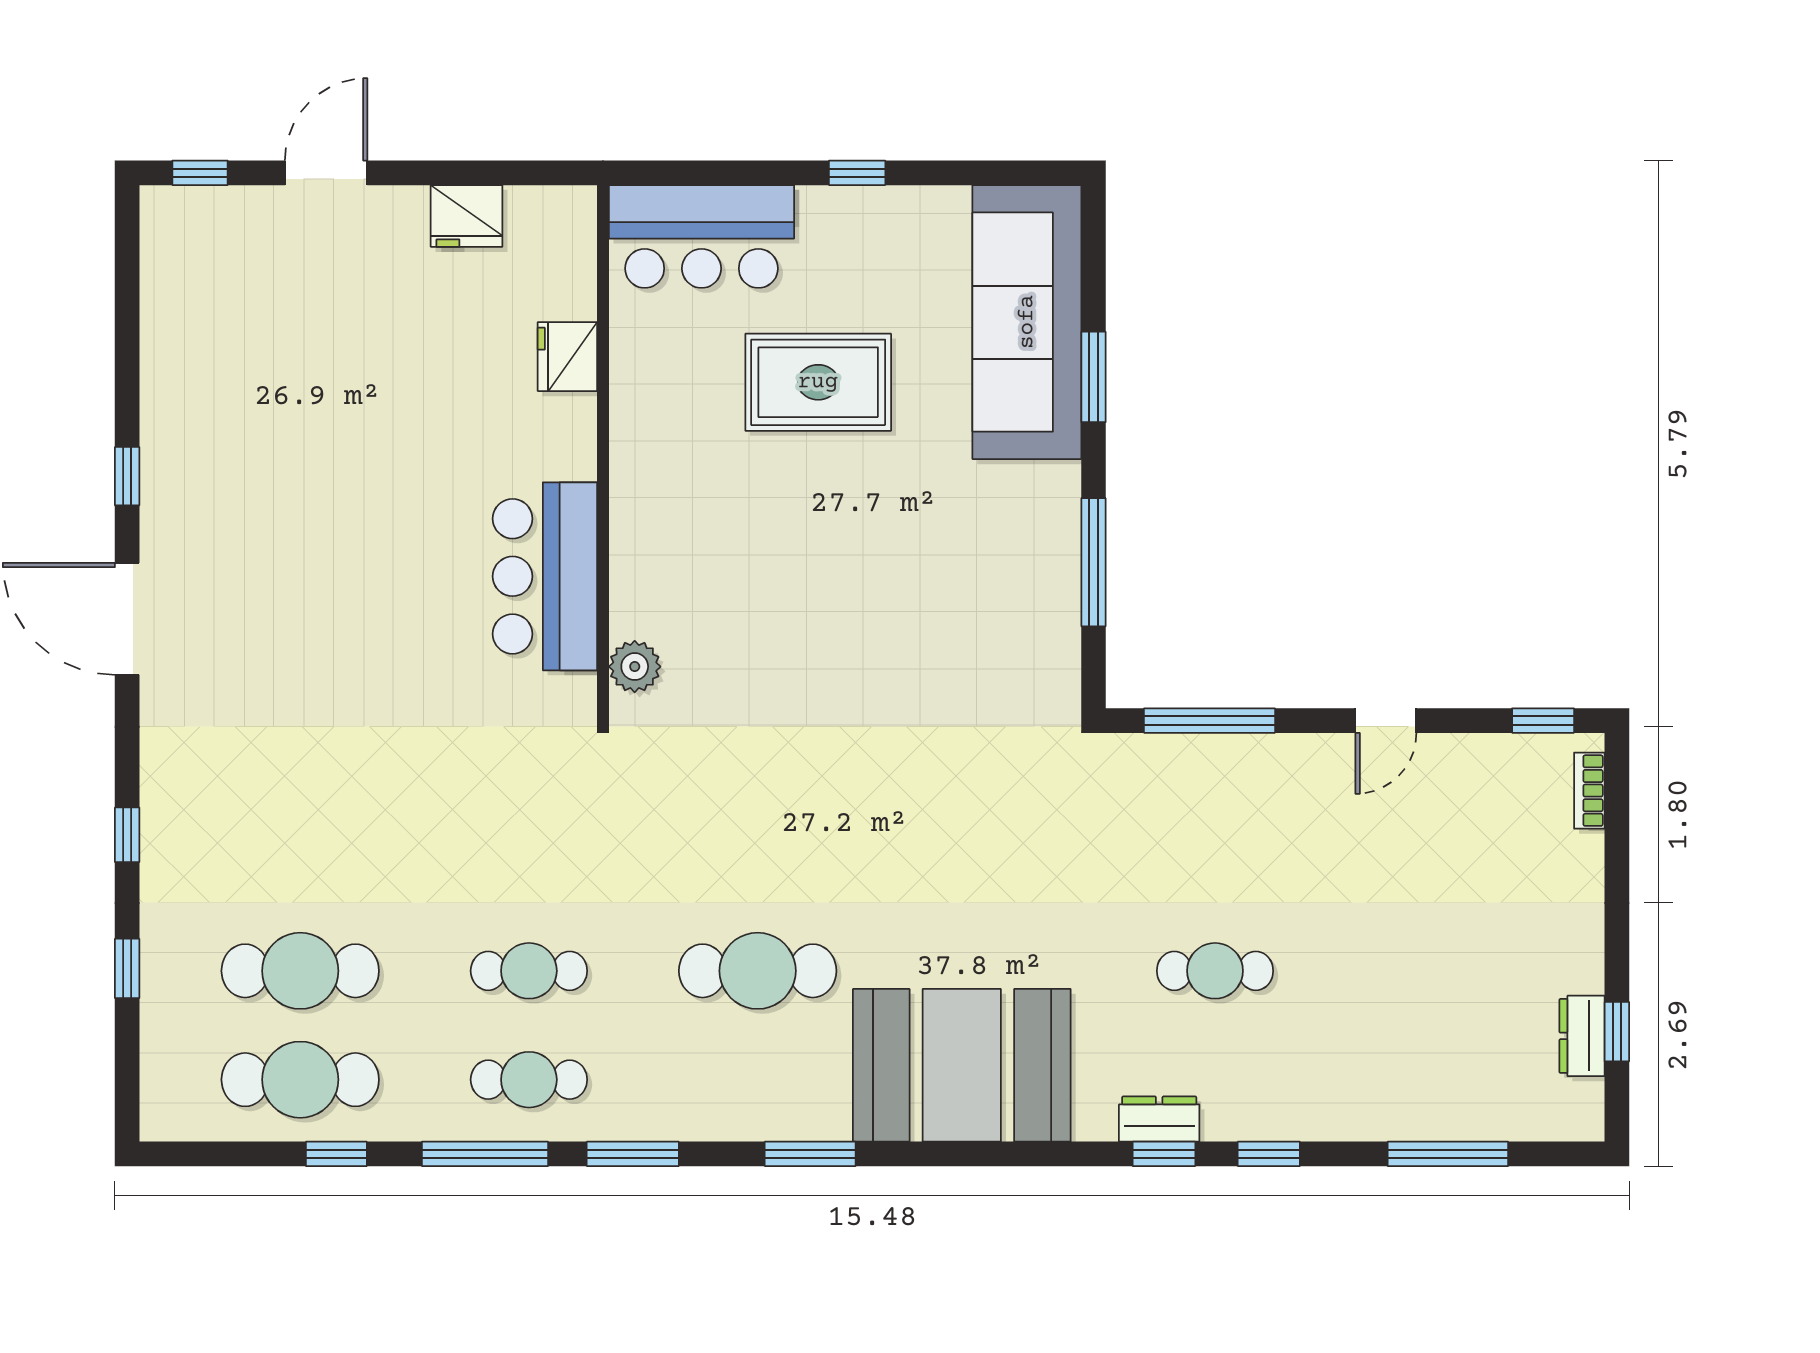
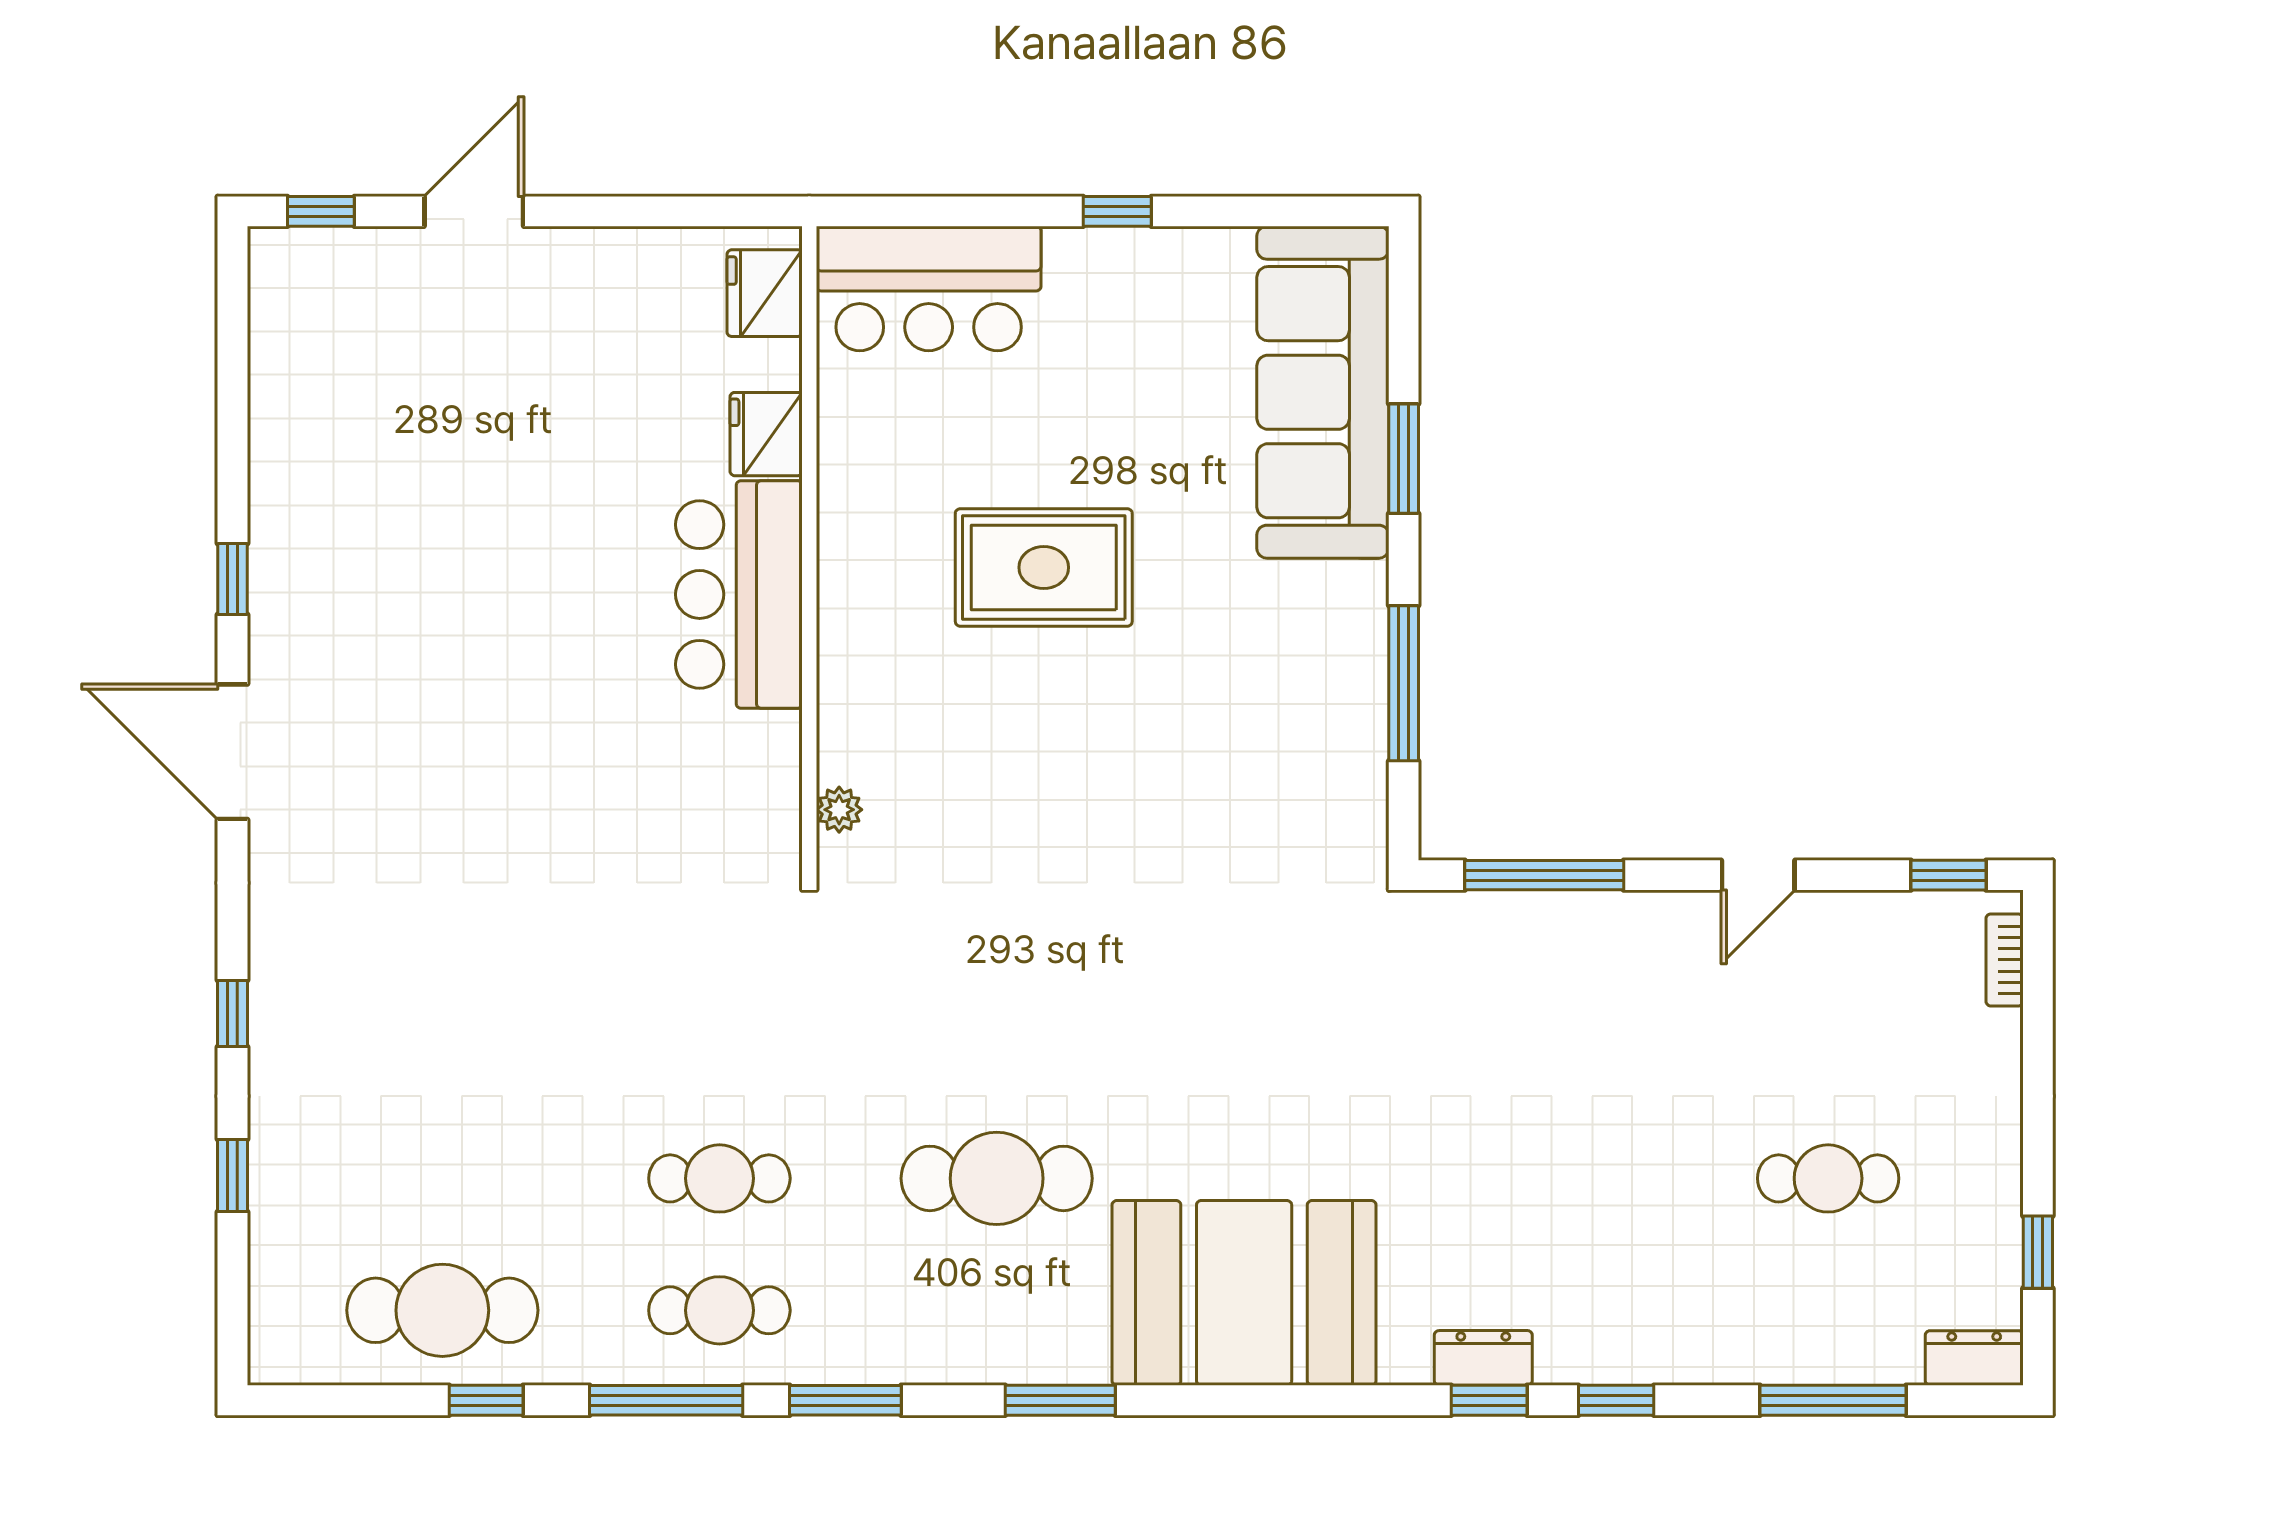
fridge: (467, 216) -> (765, 293), moved, turned 90
rug: (818, 382) -> (1044, 567), moved
bar counter: (545, 576) -> (739, 594), moved
plant: (635, 667) -> (839, 810), width x0.73, depth x0.73
cafe table: (300, 971) -> (442, 1178), removed
cafe table: (1215, 971) -> (1828, 1178), moved
dresser: (1582, 1036) -> (1974, 1358), moved, turned 90

